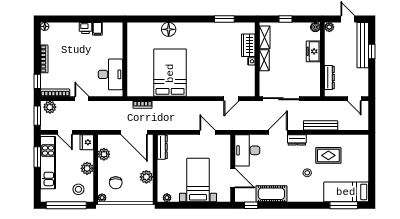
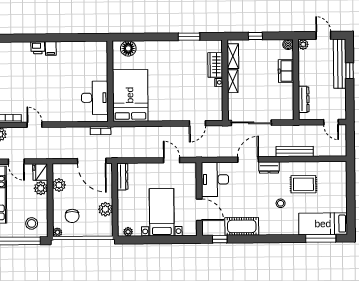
wall: (125, 59) -> (110, 81), moved
desk: (110, 74) -> (95, 98), moved
plant: (87, 168) -> (41, 188), moved

